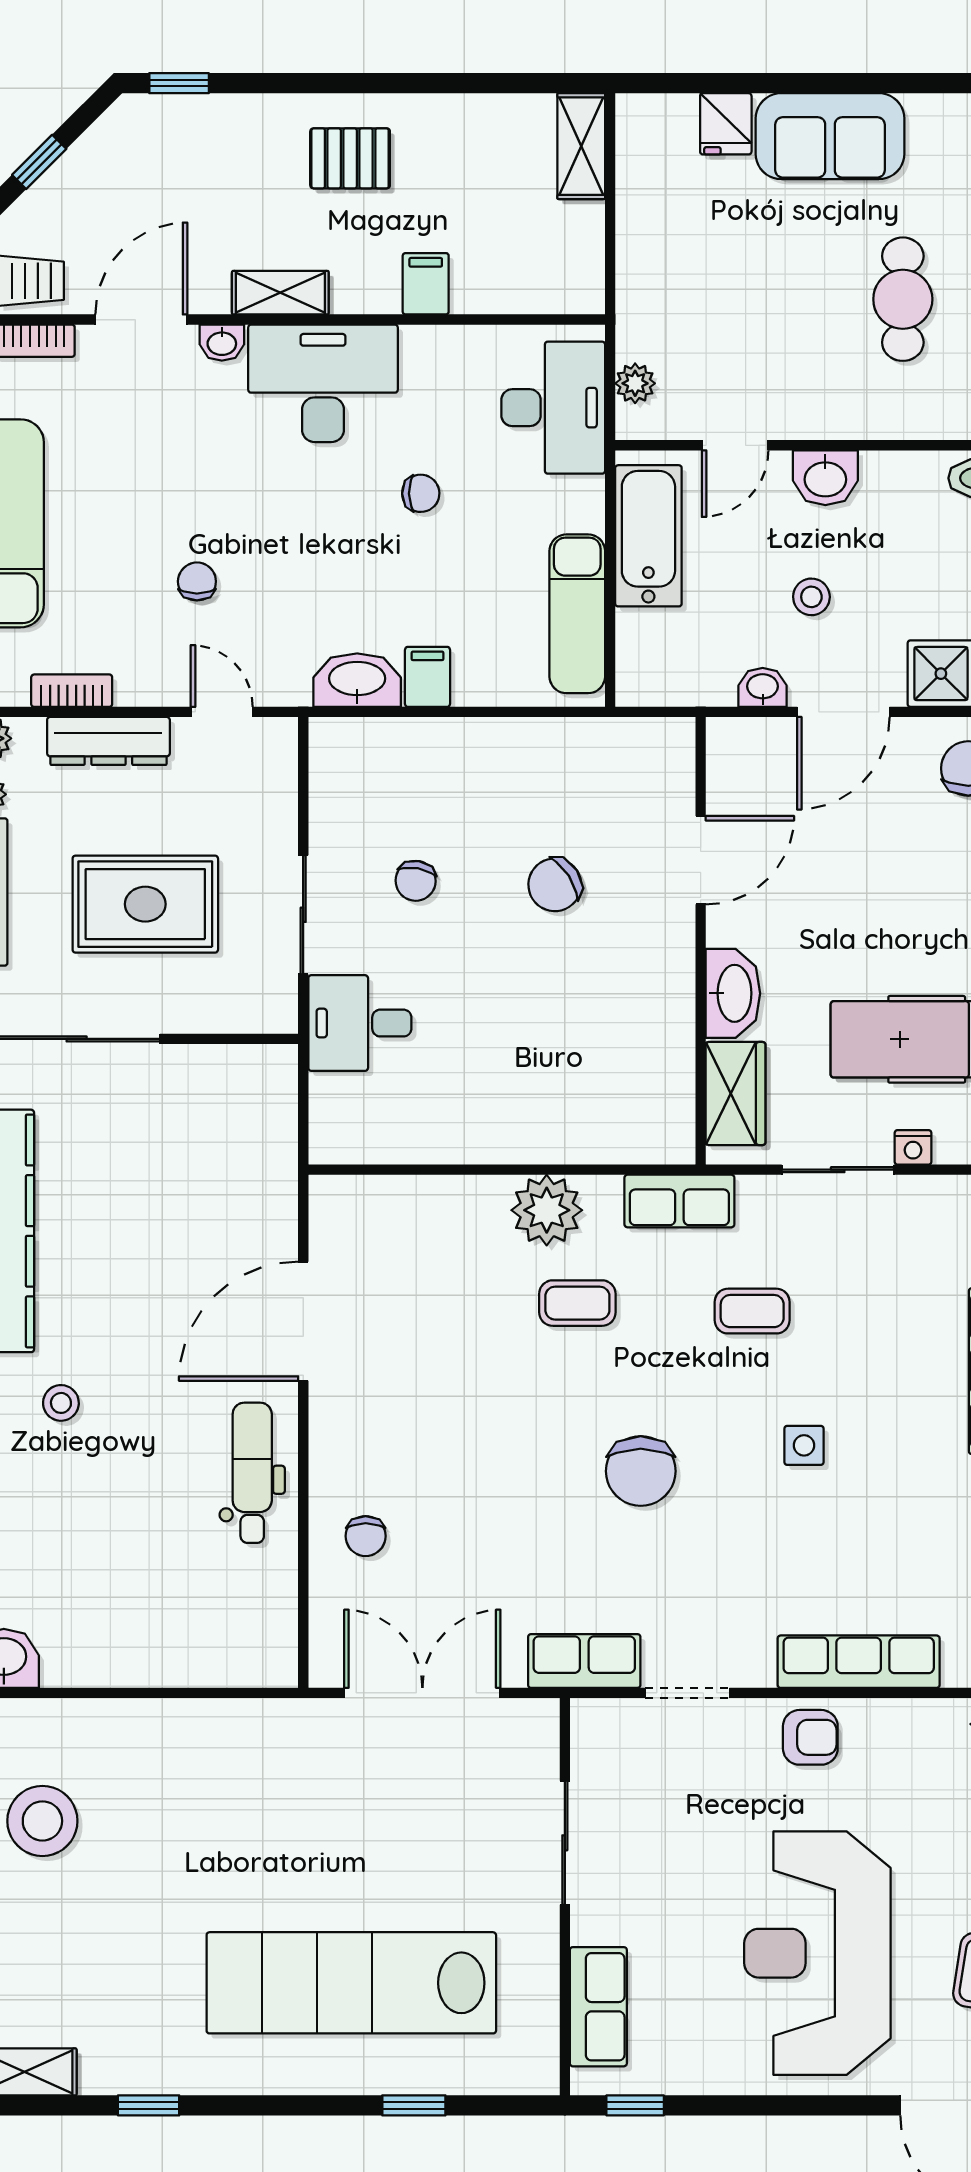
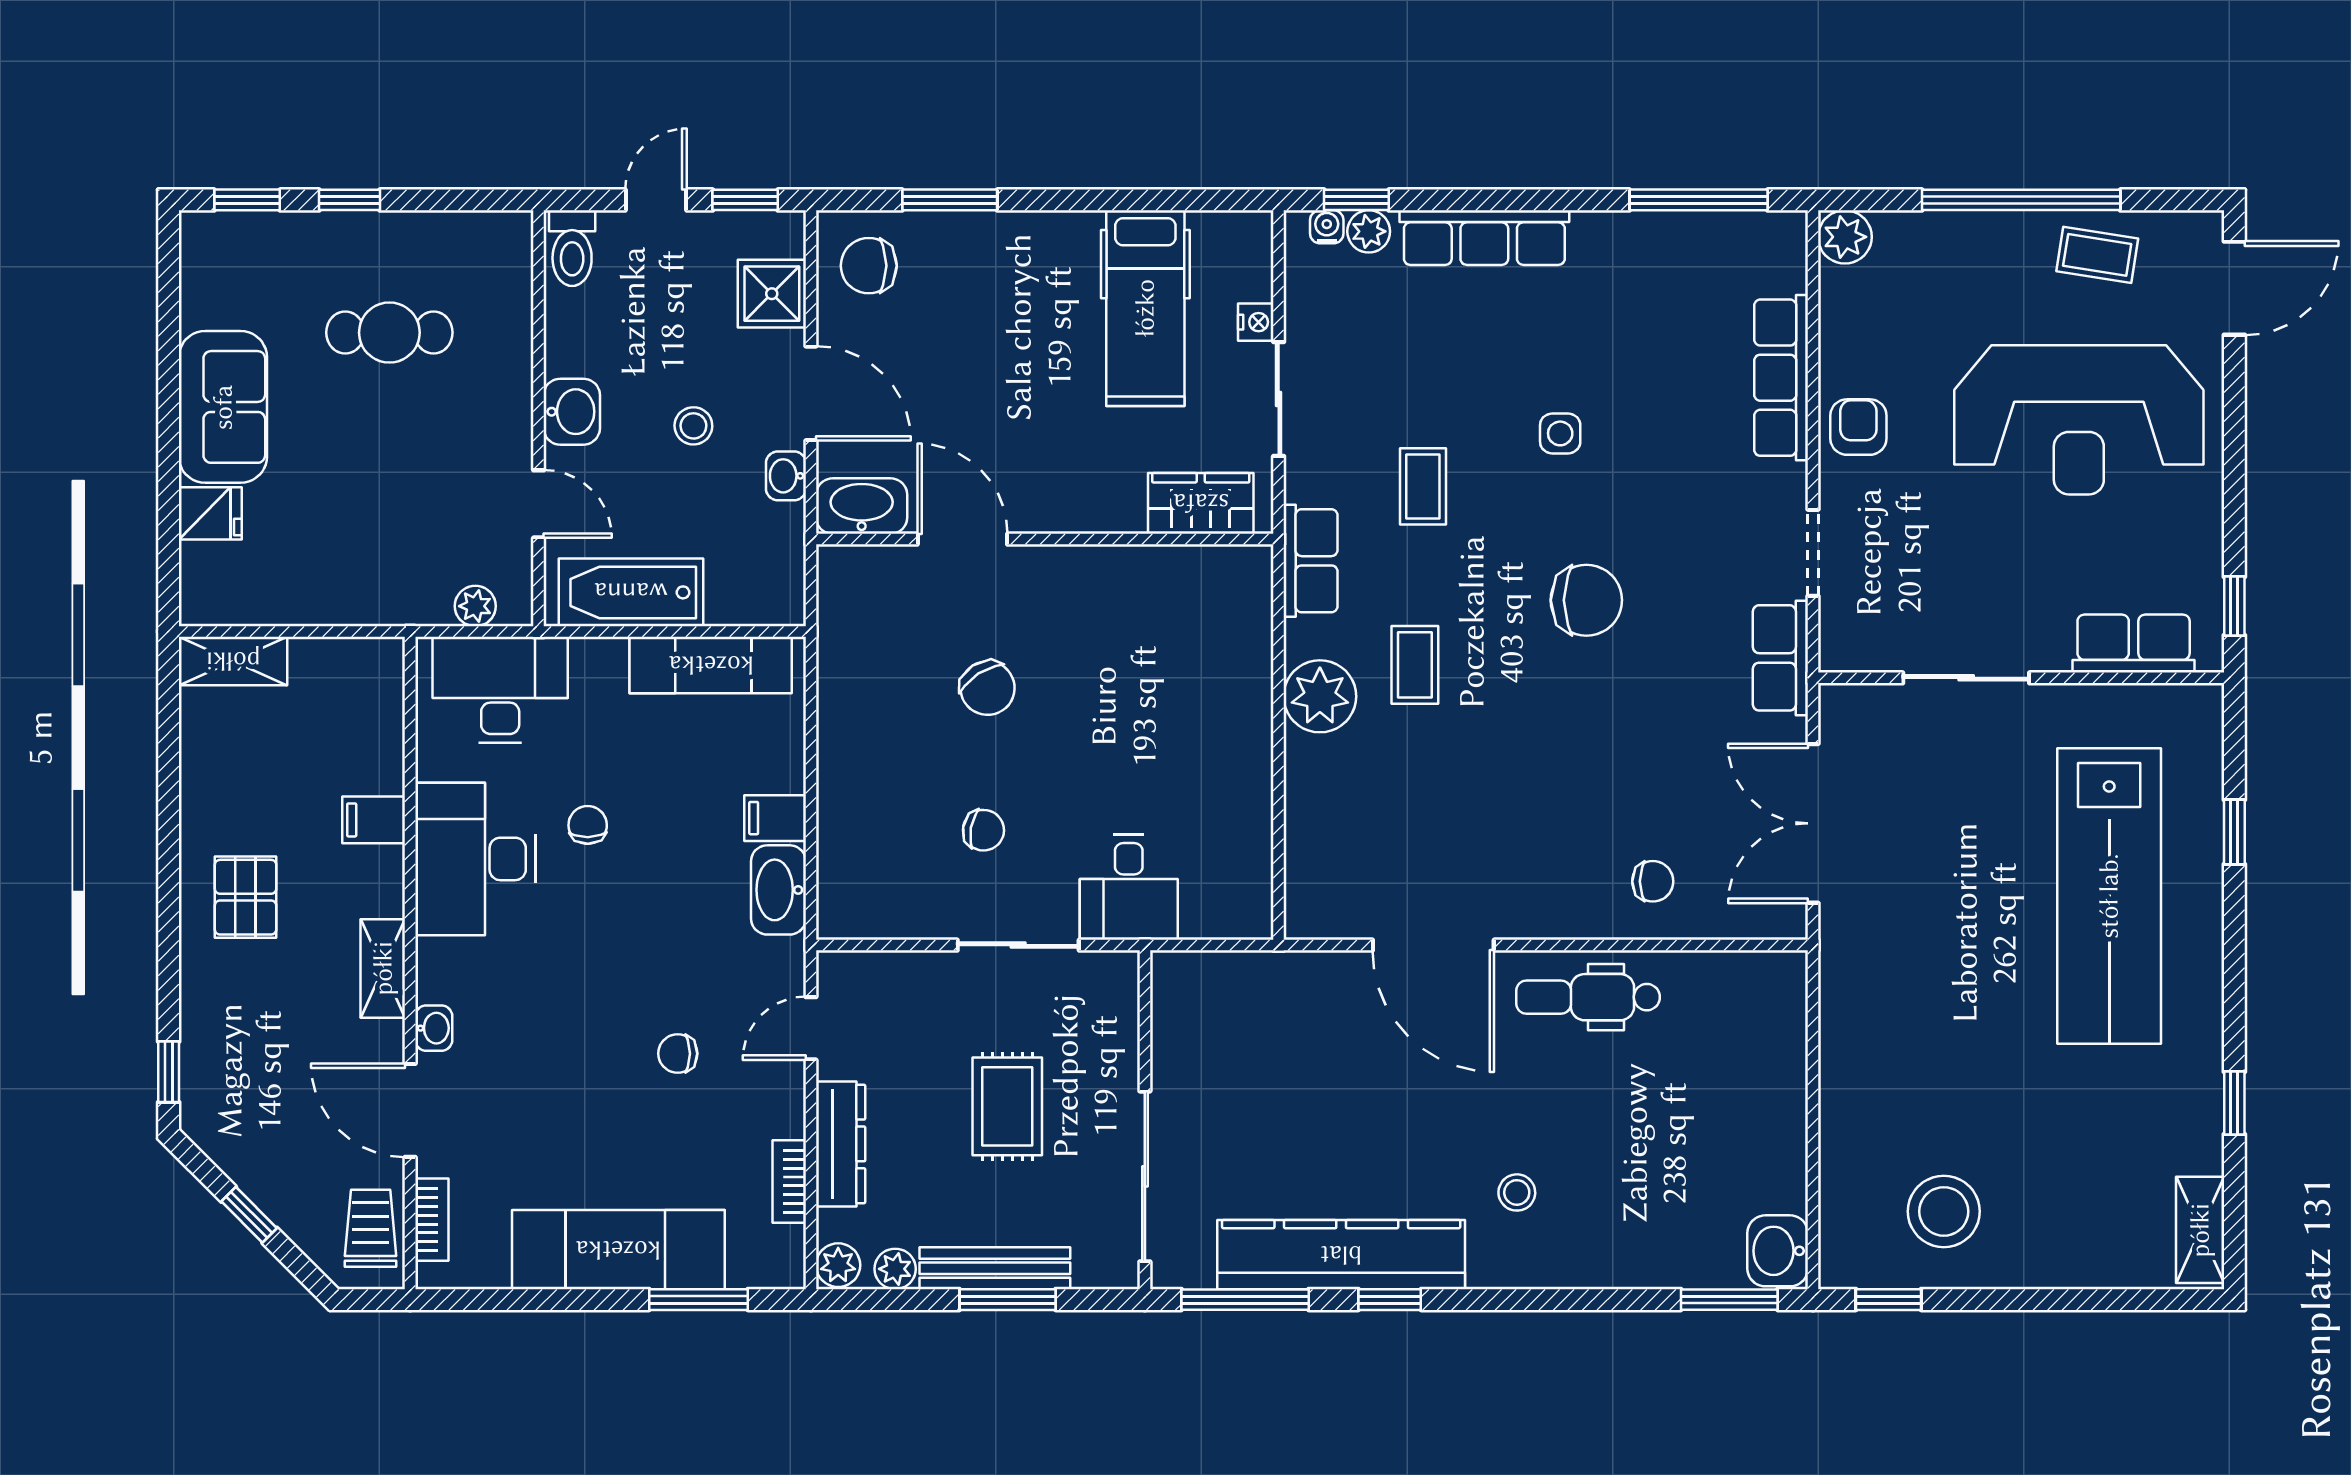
desk: (323, 383) -> (475, 859), moved
rug: (145, 904) -> (1007, 1106), width x0.73, depth x0.70
washbasin: (733, 993) -> (862, 506), moved

